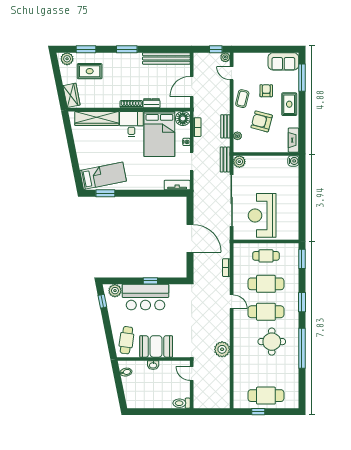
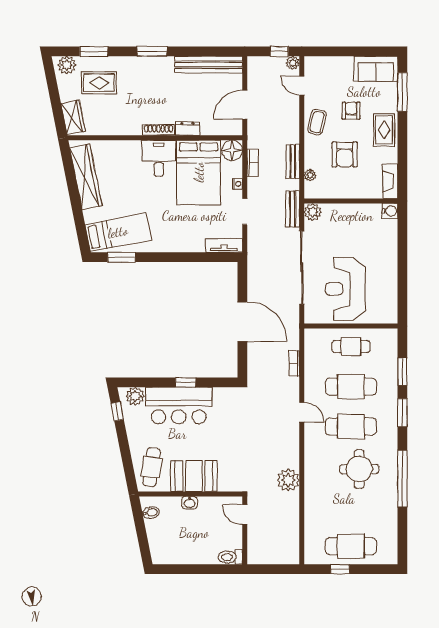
wardrobe: (97, 118) -> (86, 177), moved, turned -101
armchair: (262, 121) -> (345, 155), turned -105
window: (302, 259) -> (402, 372), moved

